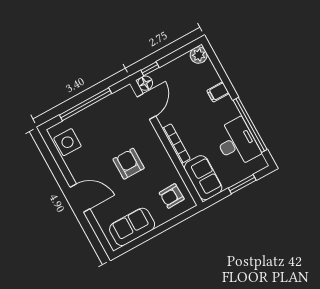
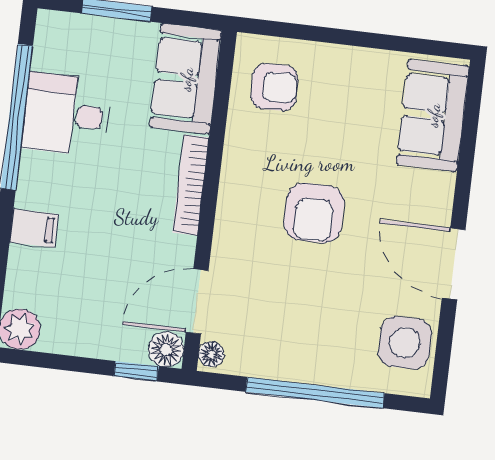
floor lamp: (129, 92) -> (211, 354), added
desk: (237, 143) -> (67, 115), width x0.73
door: (80, 198) -> (454, 264), moved
sofa: (132, 227) -> (433, 115), moved, turned 90

